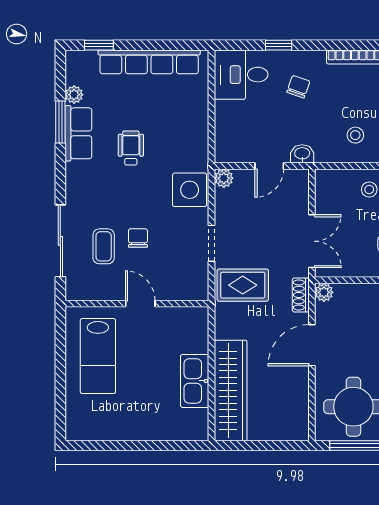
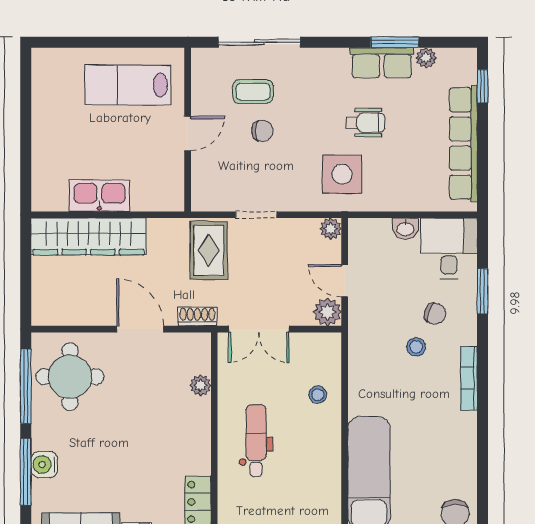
window: (279, 45) -> (483, 291), width x1.50
stool: (355, 135) -> (416, 347), moved
washbasin: (302, 154) -> (405, 229), moved, turned 90
plant: (297, 181) -> (327, 312), added
side table: (190, 190) -> (342, 174), moved
plant: (324, 292) -> (200, 385), moved

